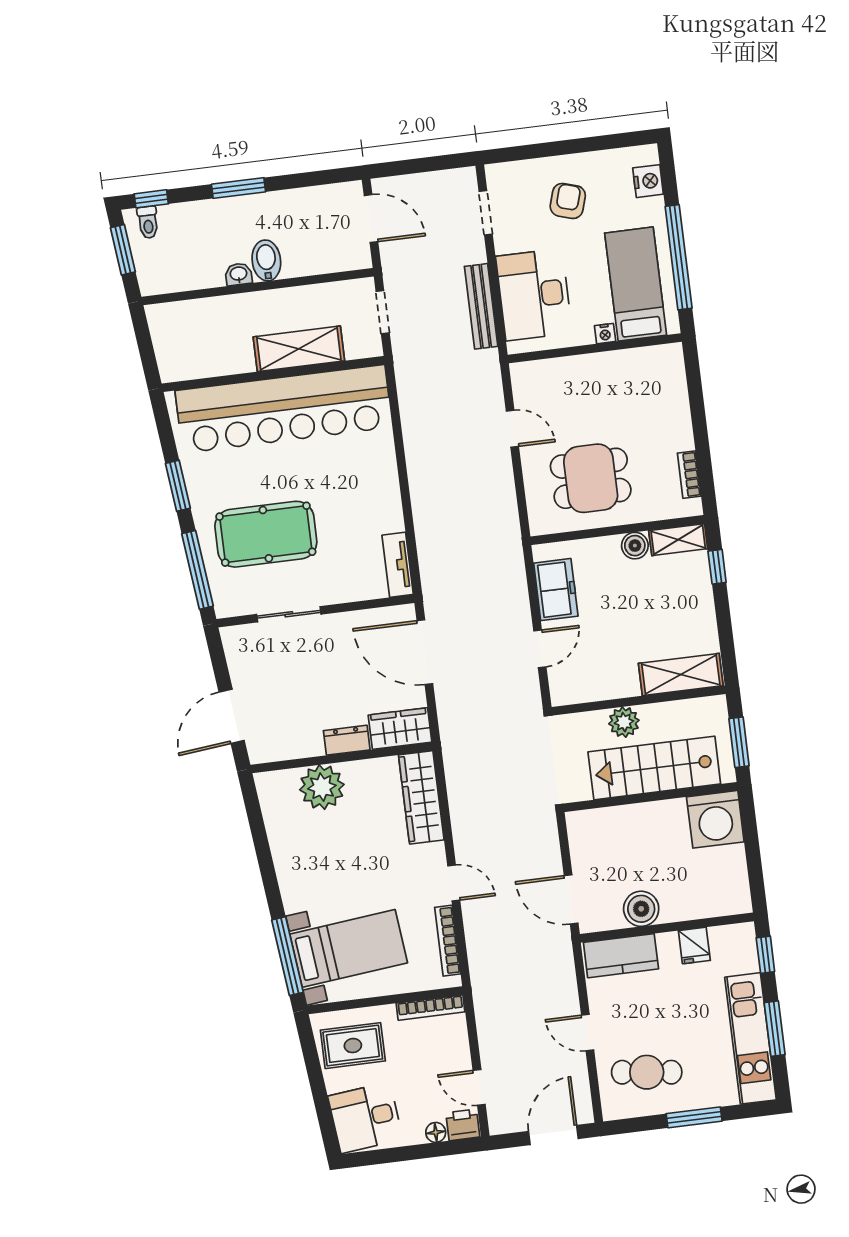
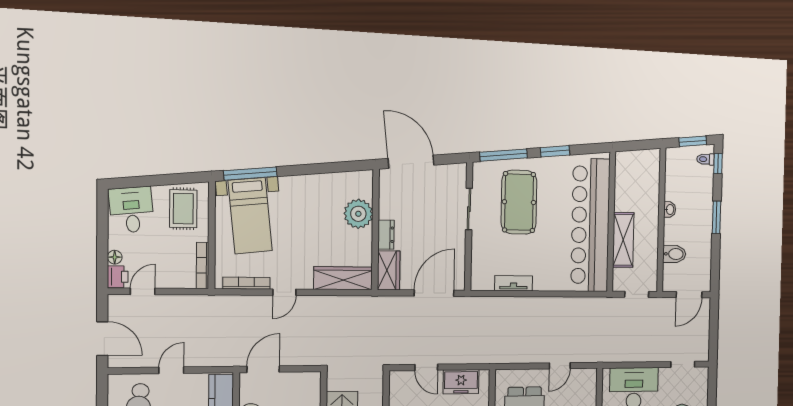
bidet: (266, 260) -> (674, 254), moved
bench: (481, 306) -> (632, 355), removed
tv unit: (398, 565) -> (514, 283), moved
door: (232, 716) -> (411, 162), width x1.36

